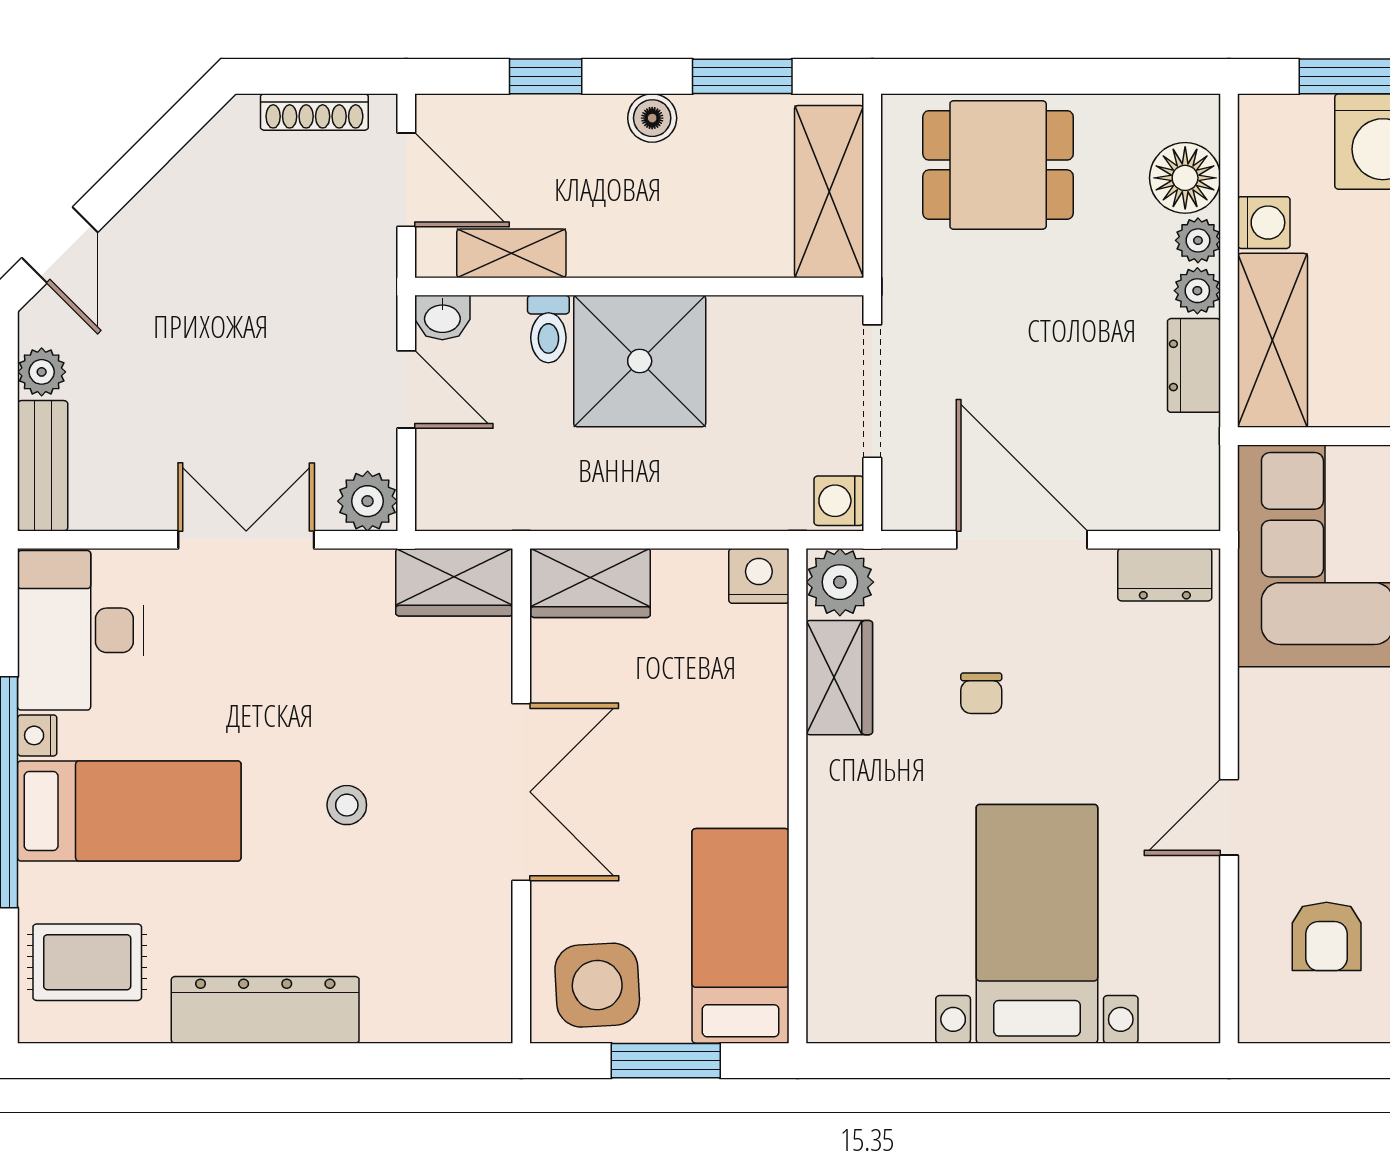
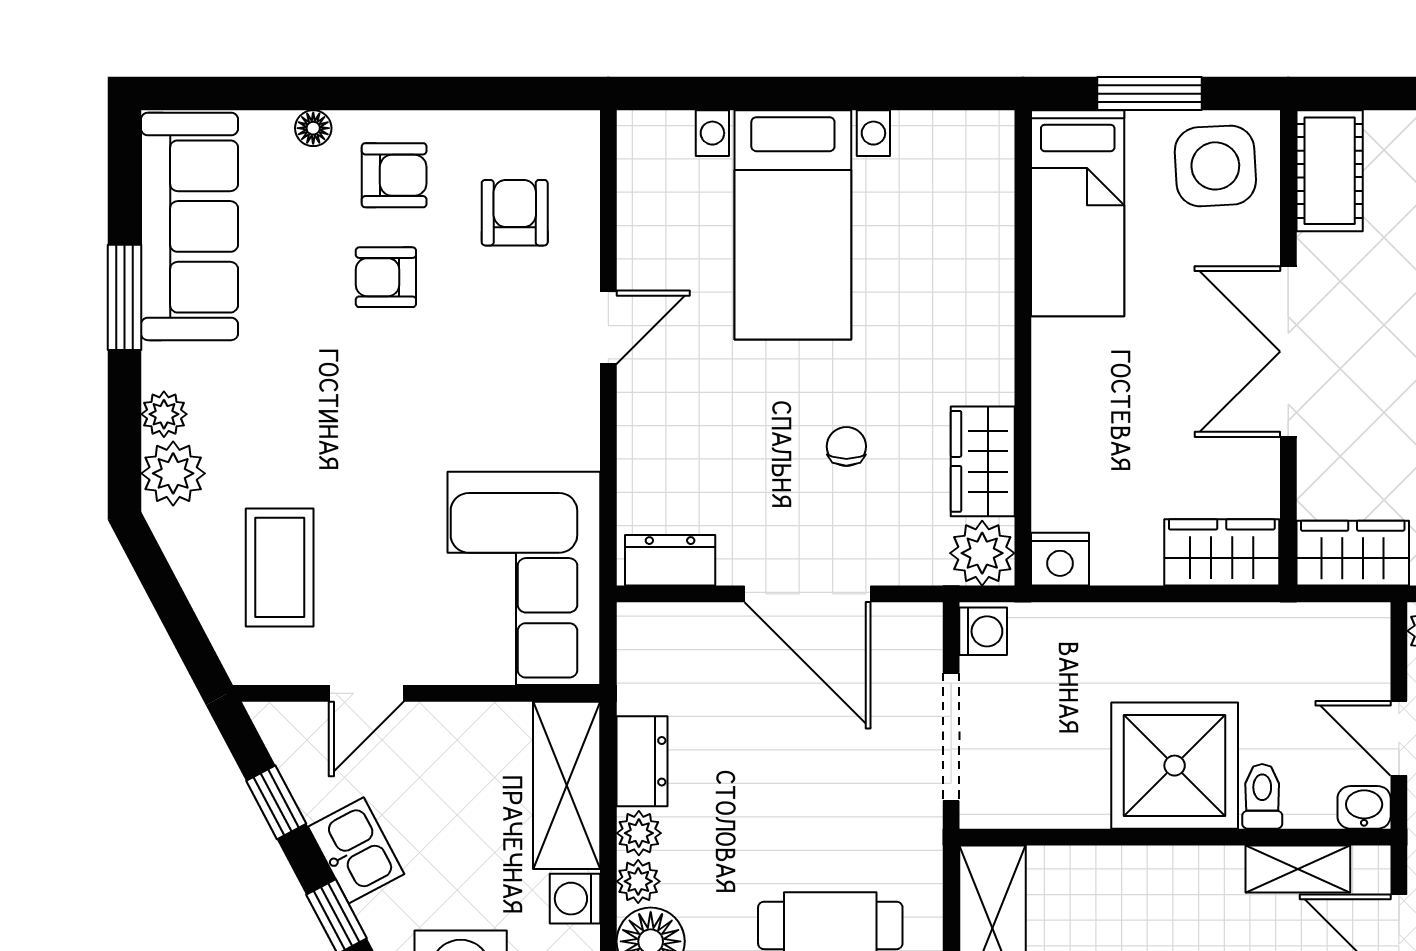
cot: (478, 980) -> (1330, 171), added

